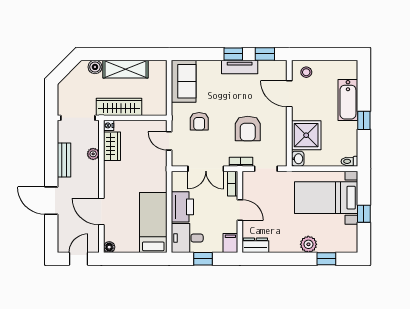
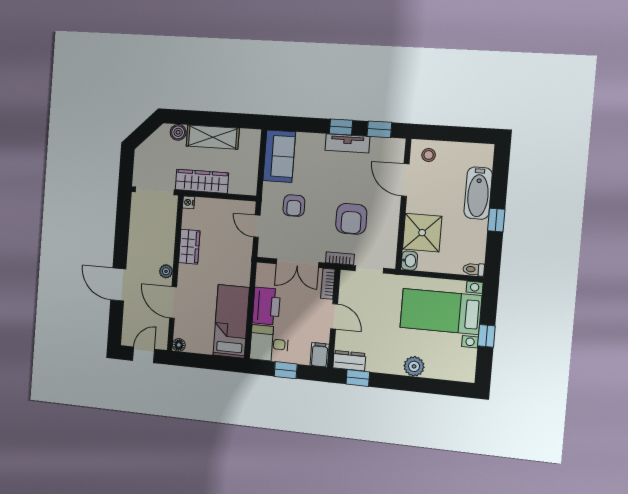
wardrobe: (112, 146) -> (189, 247), moved
plant: (93, 154) -> (166, 271), moved
bench: (64, 160) -> (136, 239), removed
window: (326, 259) -> (358, 378), moved

